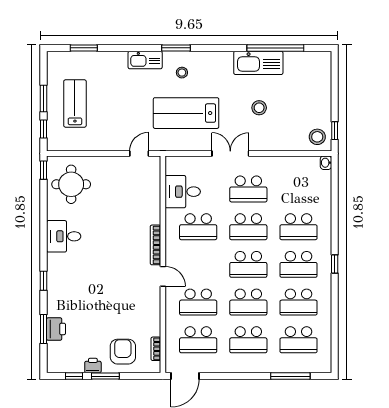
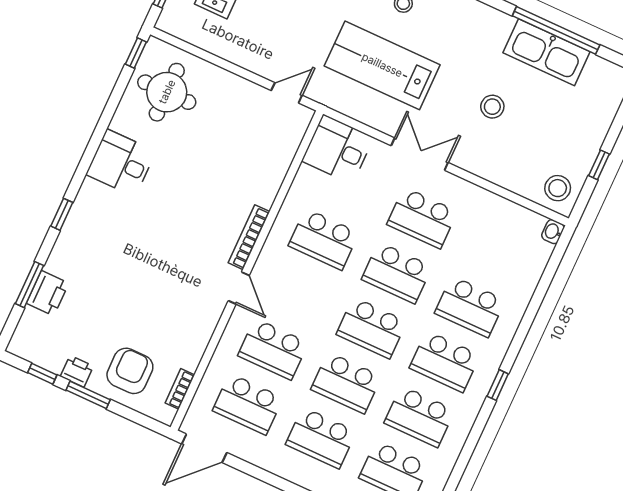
kitchen sink: (258, 63) -> (547, 52), moved
window: (335, 131) -> (599, 165), moved
desk: (183, 192) -> (338, 149), moved

